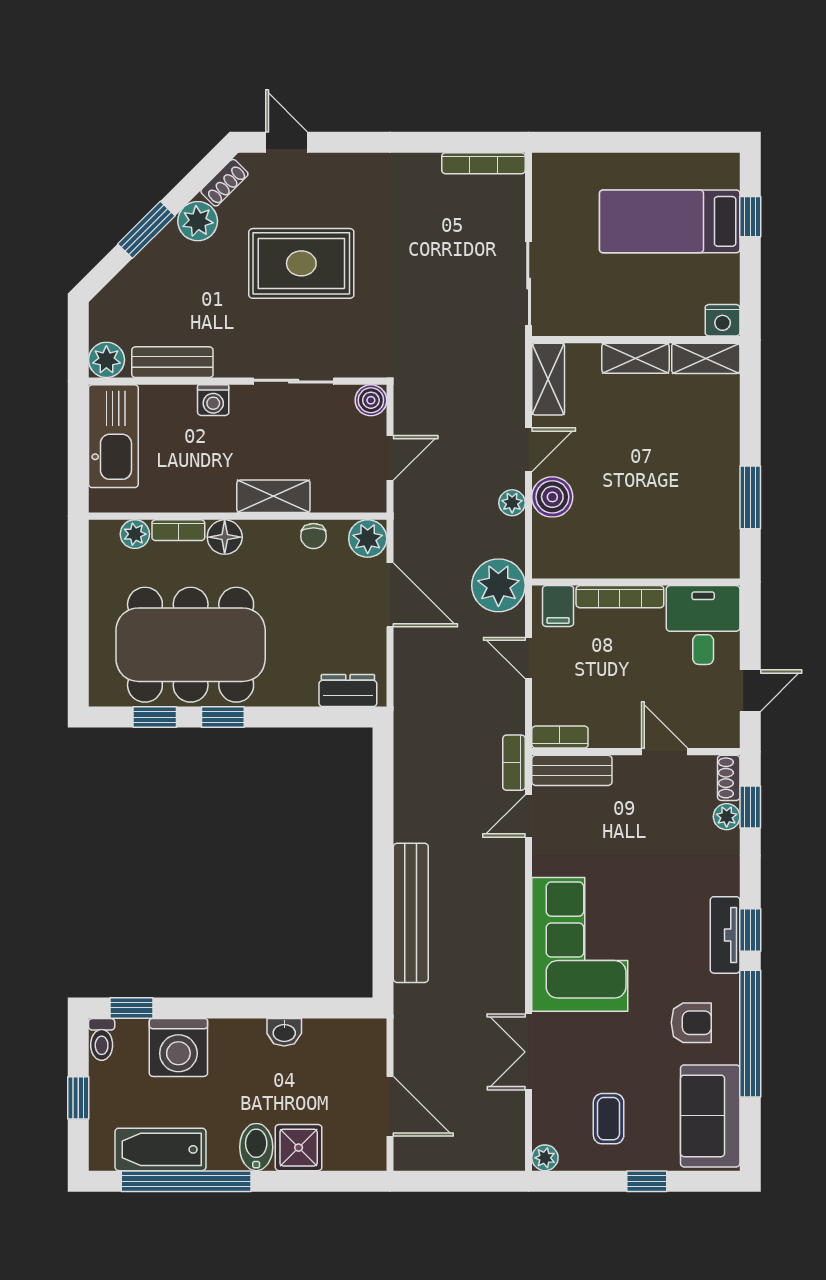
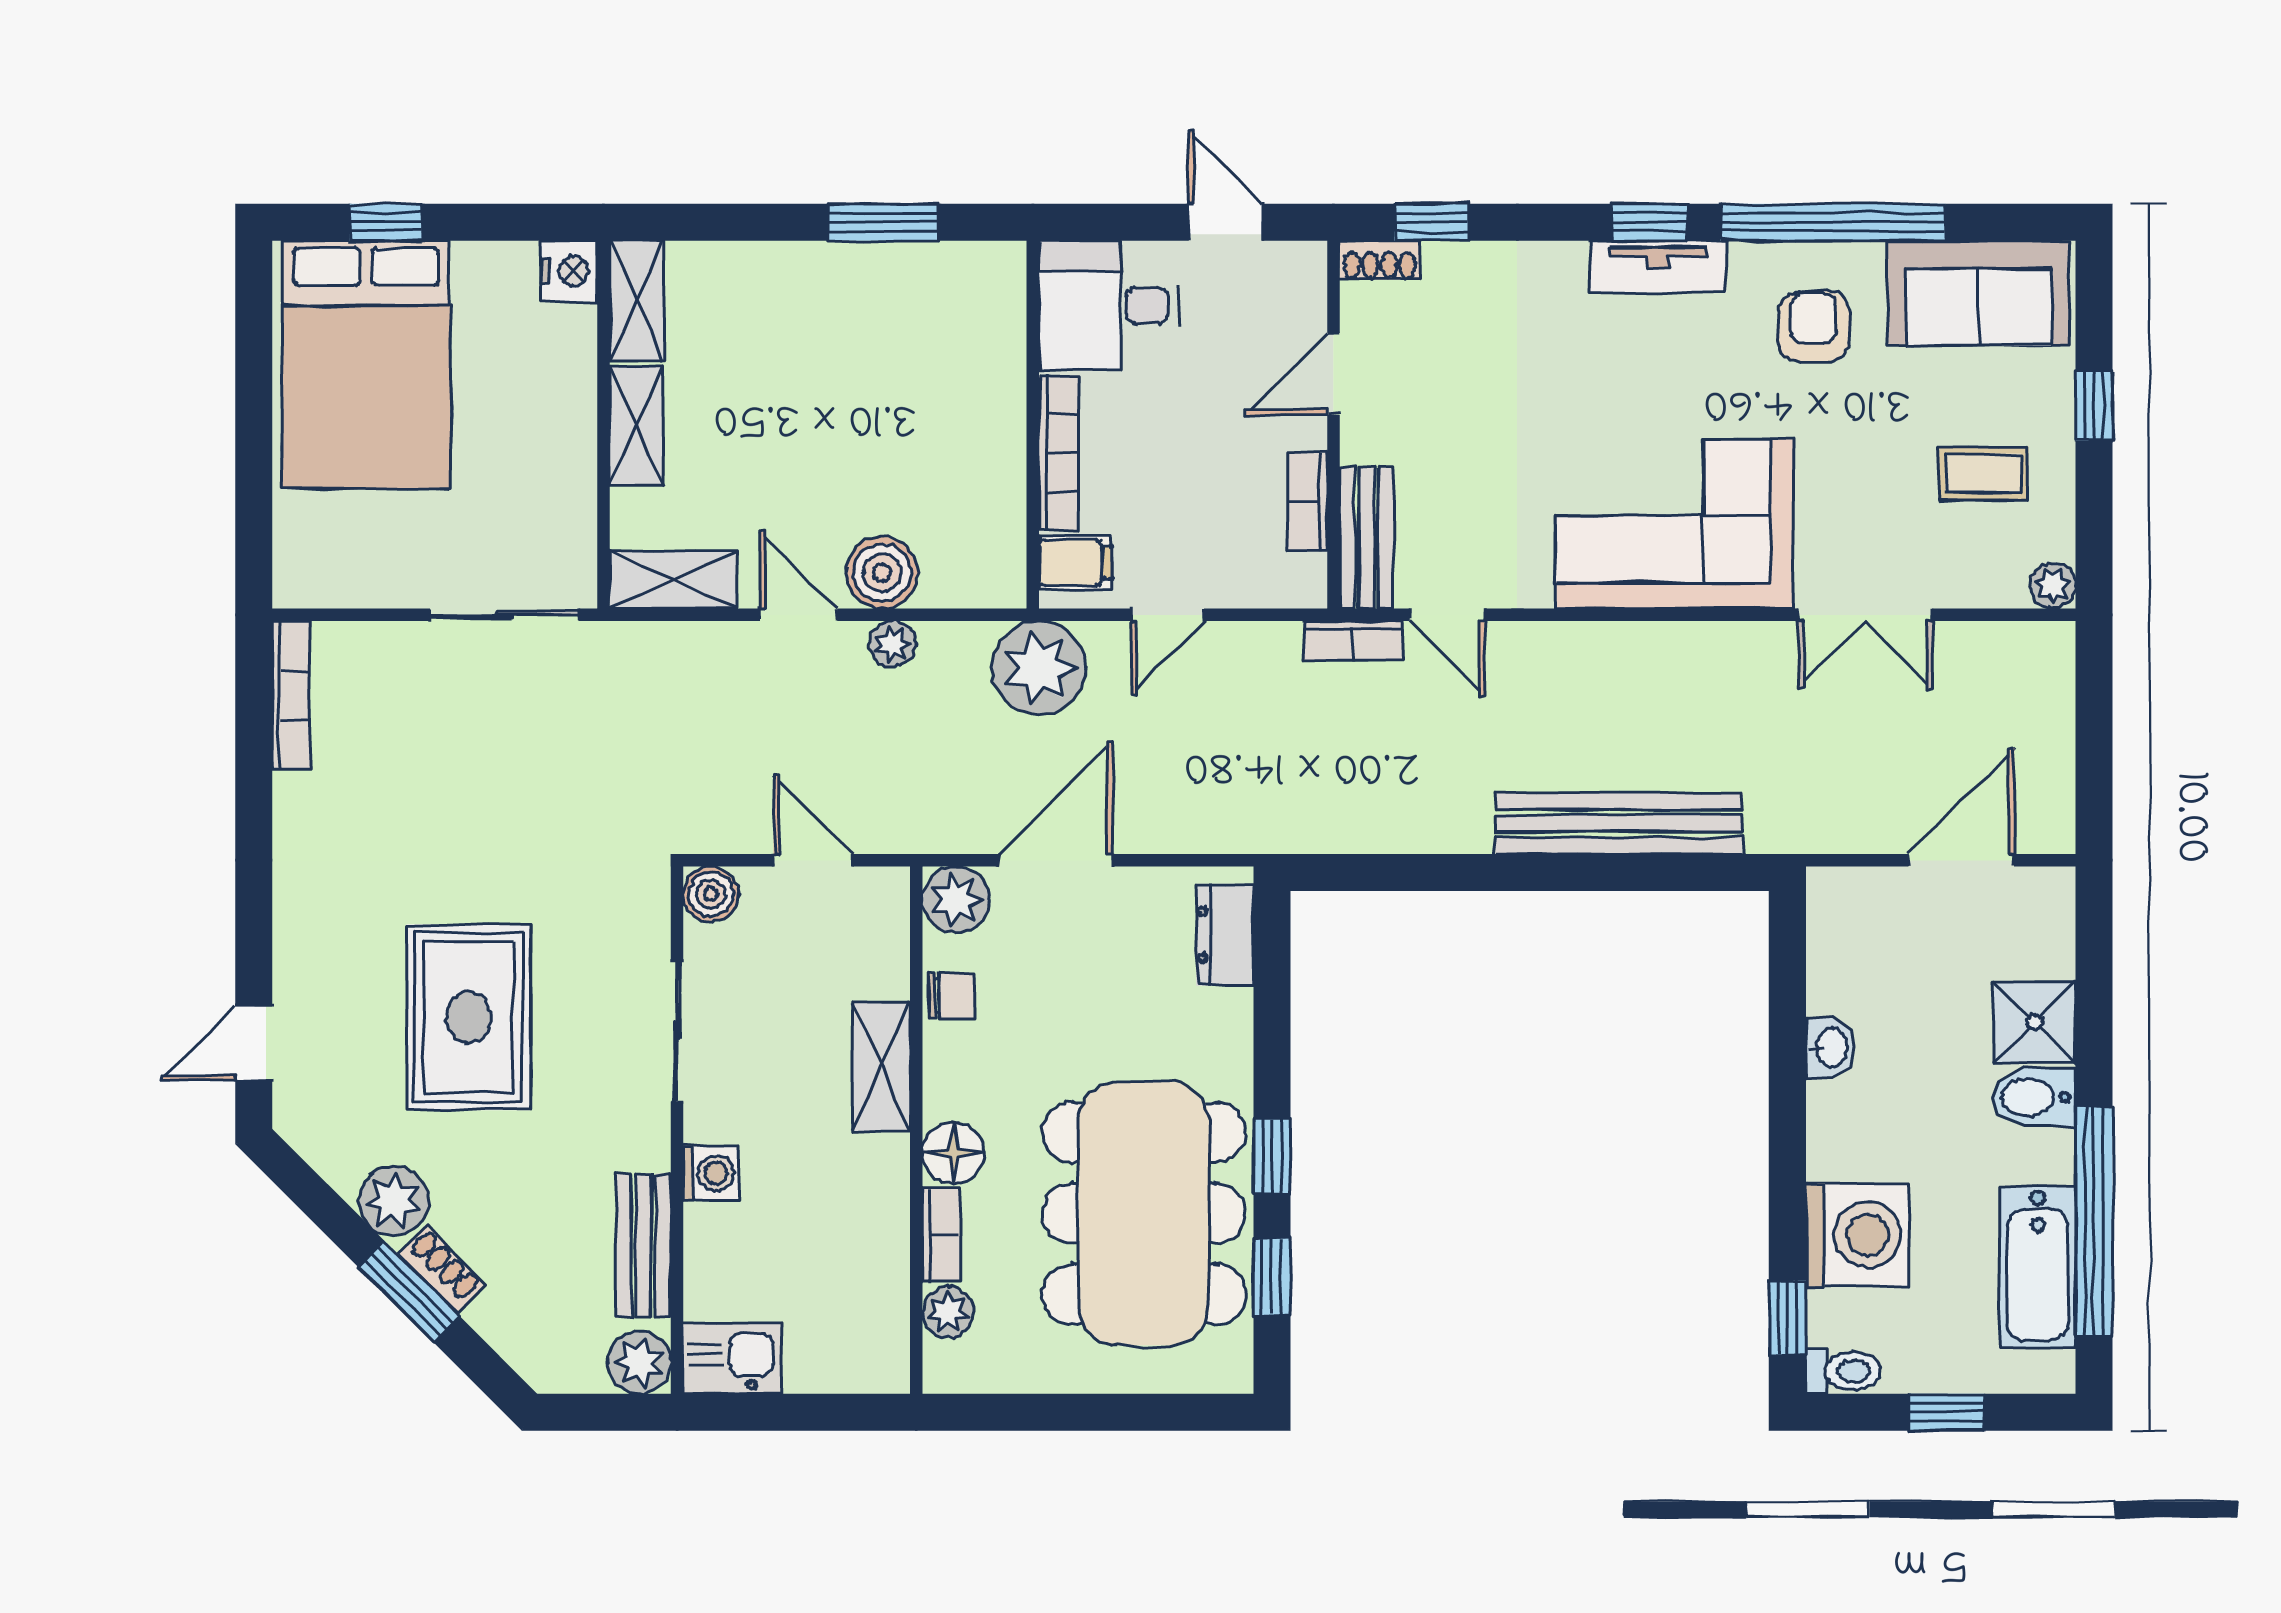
shoe rack: (224, 183) -> (441, 1269), moved
bed: (670, 221) -> (366, 365), width x1.50
kitchen sink: (113, 436) -> (732, 1359), width x0.53, depth x0.81
bookcase: (560, 737) -> (1307, 501), moved
plant: (727, 817) -> (1448, 264), removed

